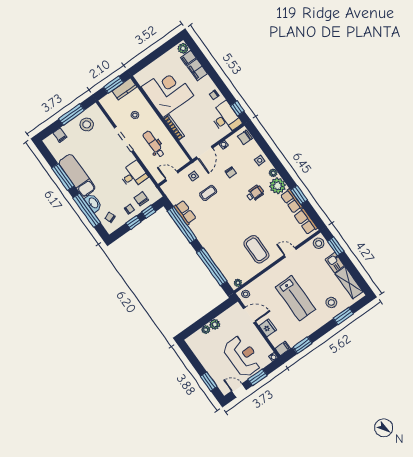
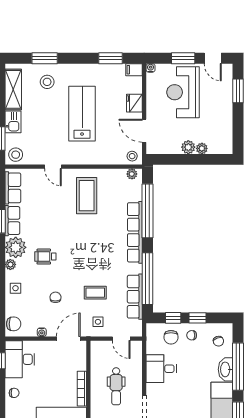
row of seats: (185, 213) -> (135, 297), width x1.48
row of seats: (210, 248) -> (135, 232), added

